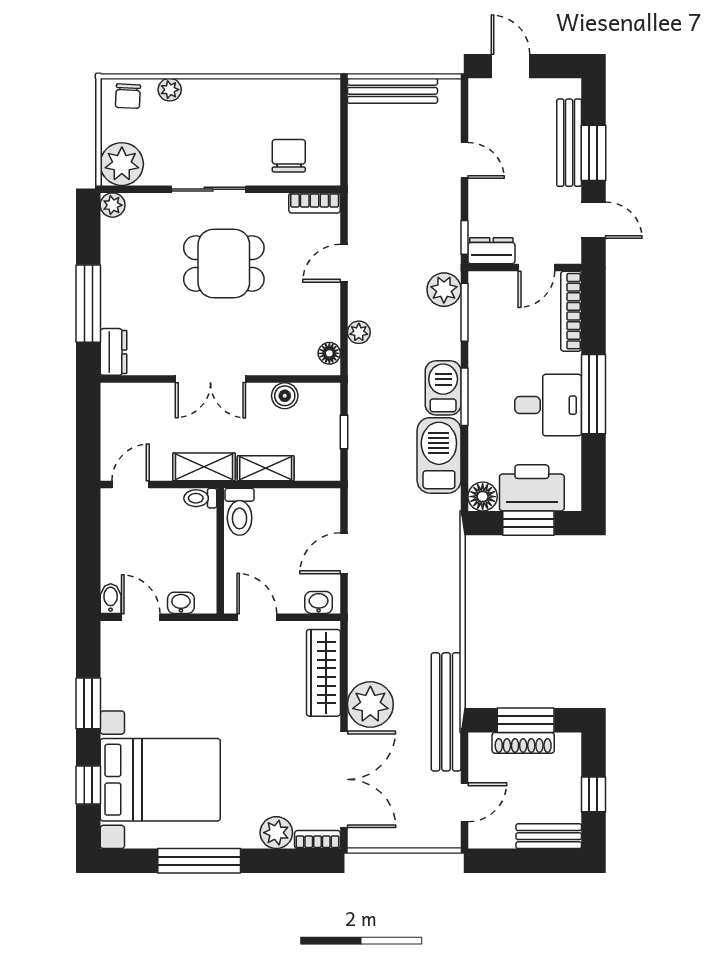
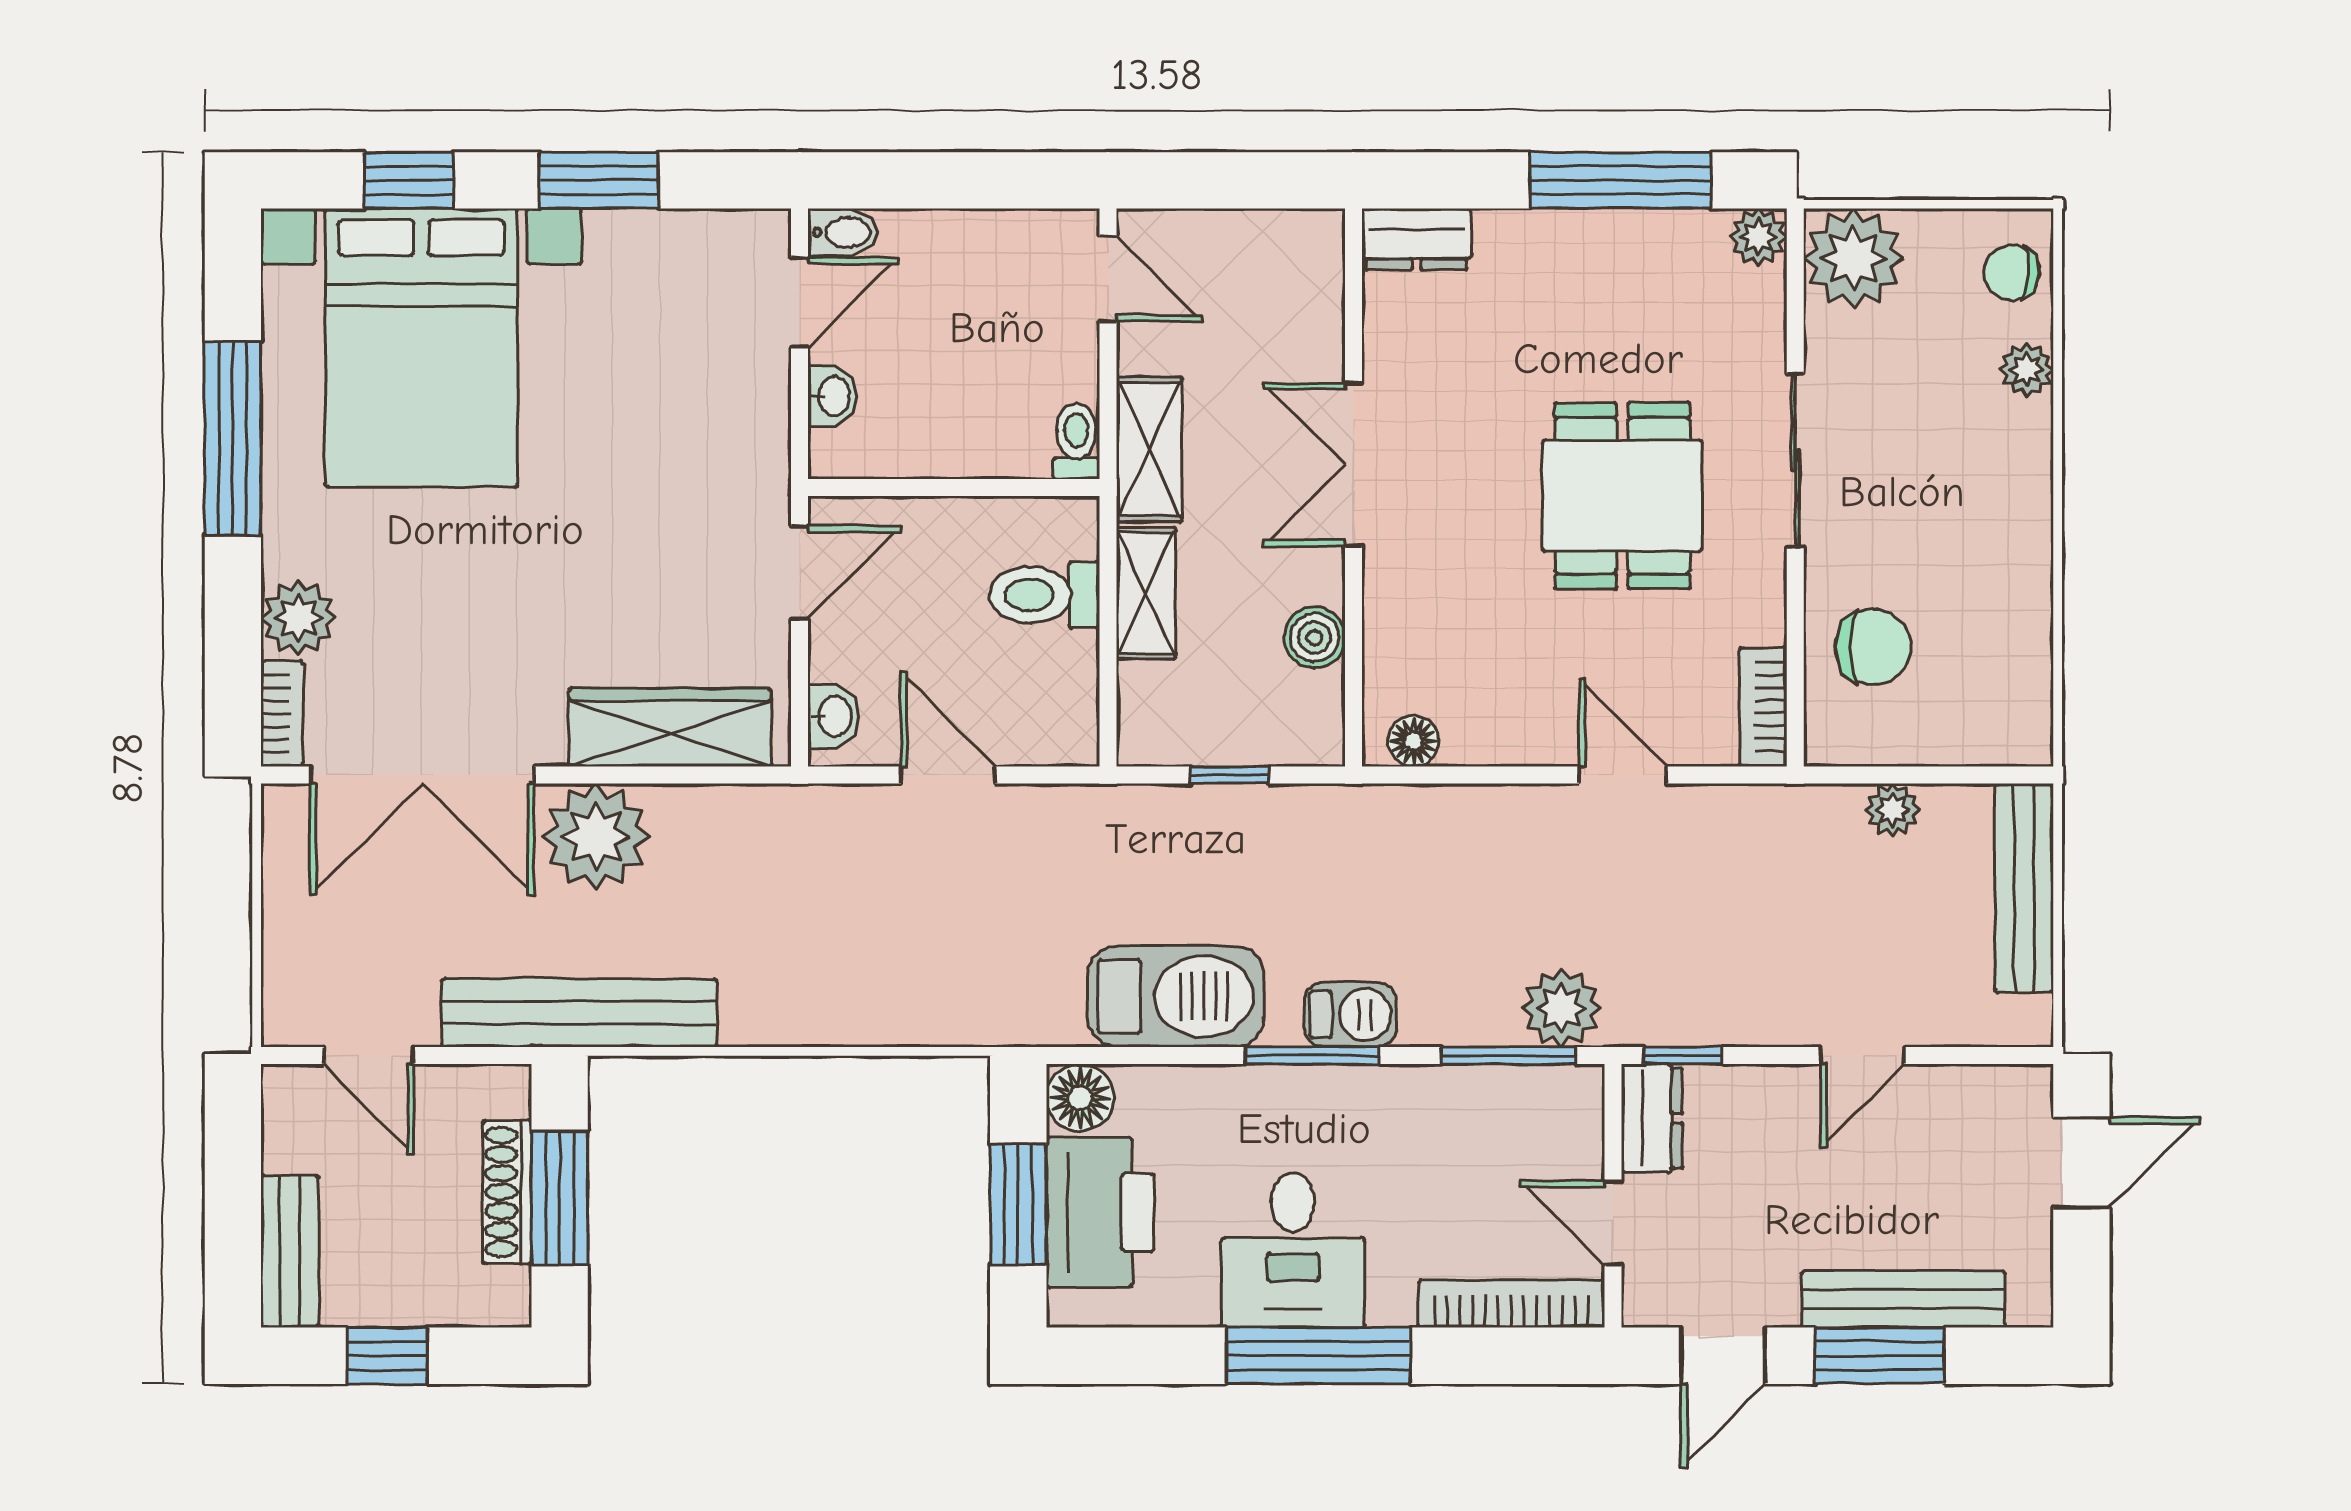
window: (88, 304) -> (1620, 180), moved
plant: (359, 332) -> (1893, 810), moved
barbecue: (443, 388) -> (1350, 1014), width x0.73, depth x0.79
toilet: (240, 512) -> (1045, 595), moved

